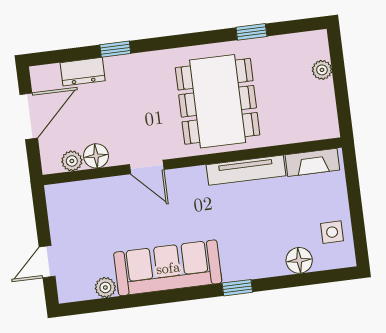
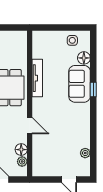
fireplace: (312, 162) -> (38, 46), removed
door: (147, 167) -> (30, 126), hinge flipped
sofa: (168, 268) -> (79, 84), moved, width x0.73

